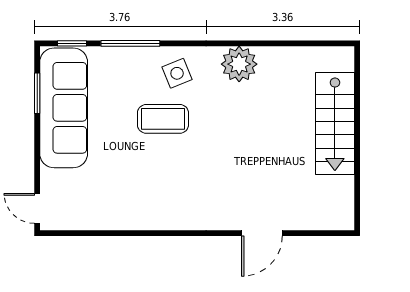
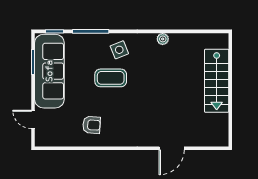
plant: (239, 64) -> (163, 39), width x0.53, depth x0.53
armchair: (132, 195) -> (92, 125), added
door: (37, 208) -> (33, 119), moved

